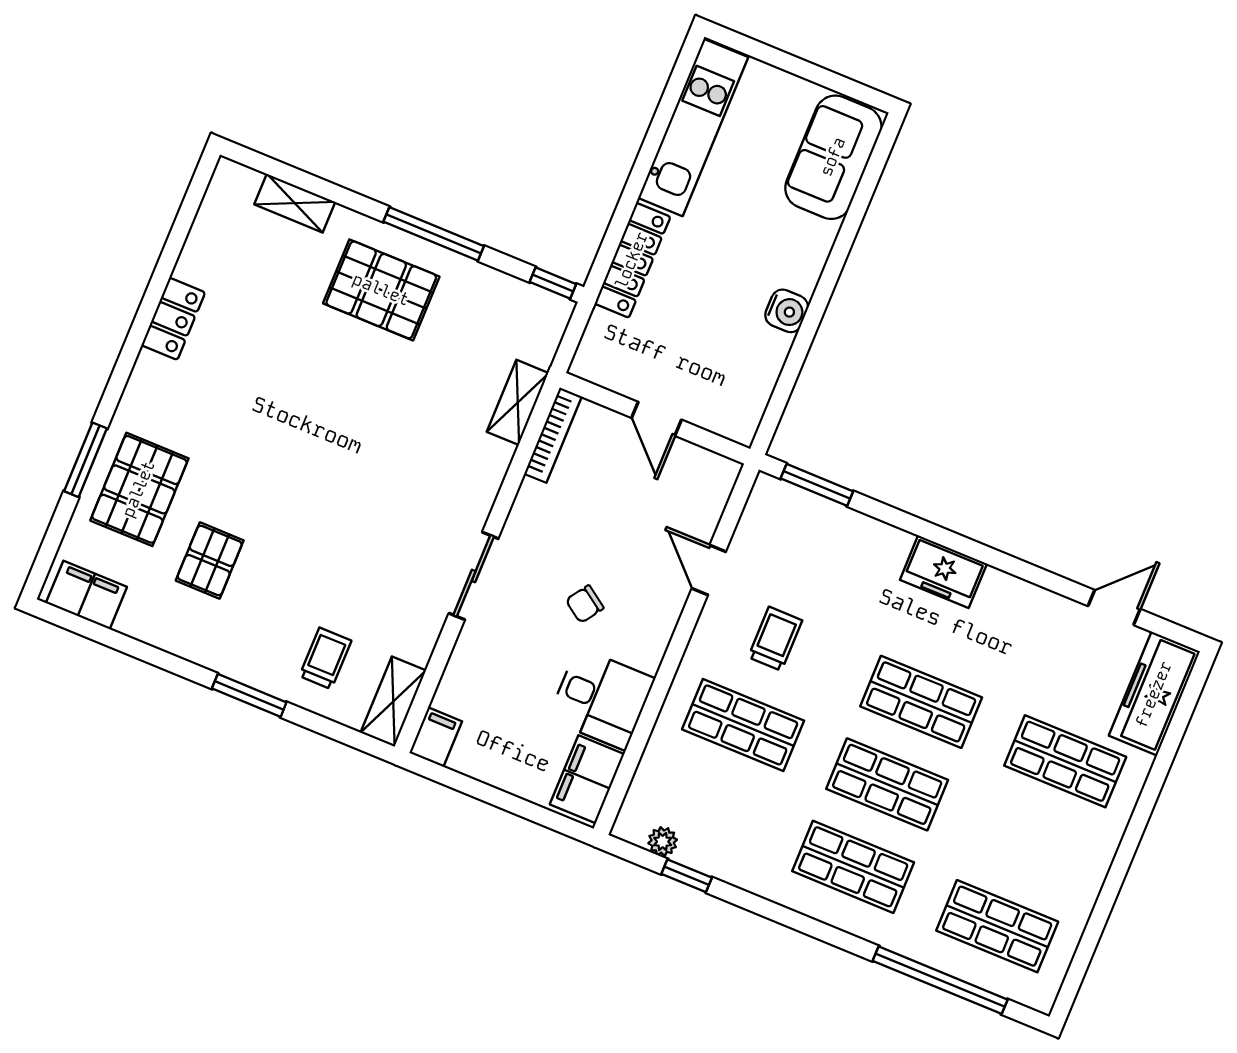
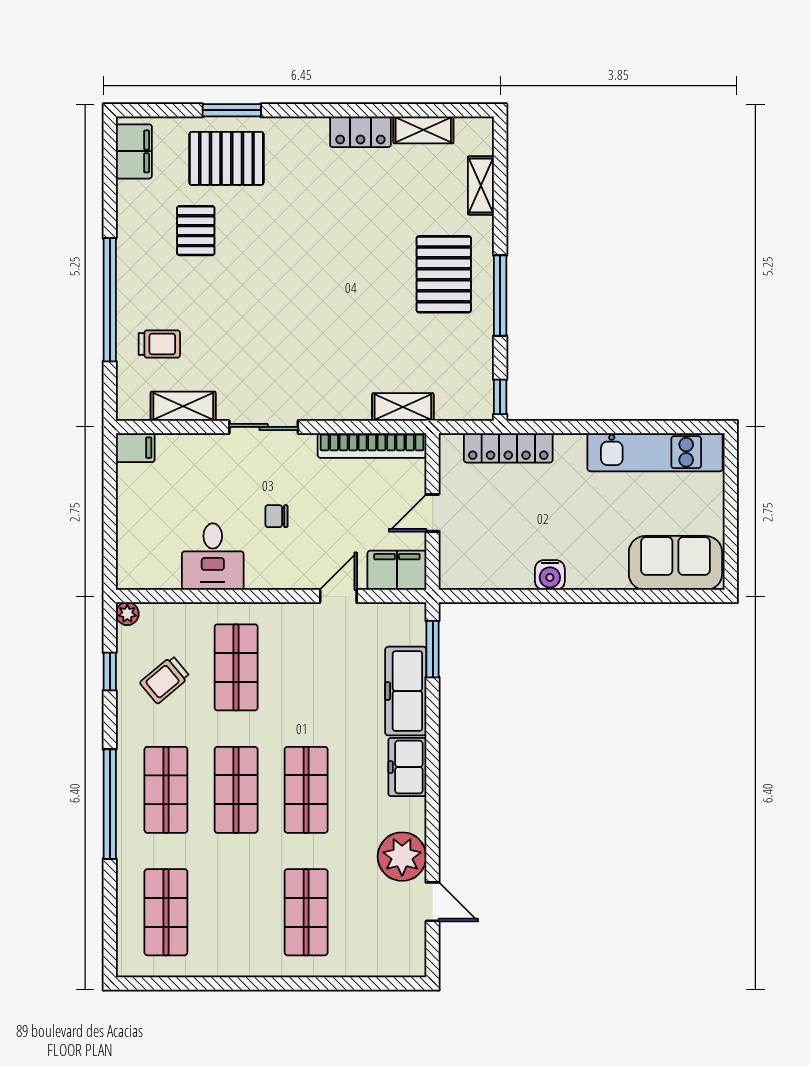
shelving: (202, 244) -> (423, 130), added
locker: (632, 260) -> (508, 448), moved
bookcase: (553, 435) -> (372, 445), width x1.48, depth x1.31
pallet: (210, 561) -> (196, 231), turned 90
chair: (585, 604) -> (276, 516), turned -35
plant: (1046, 621) -> (402, 857), added
trolley: (775, 639) -> (165, 680), moved, turned 140
freezer: (1154, 694) -> (406, 691), moved, turned -90
window: (249, 695) -> (110, 300), width x2.11
shelving: (393, 702) -> (183, 406), moved
filing cabinet: (587, 779) -> (397, 570), moved
plant: (663, 842) -> (127, 614), moved
window: (940, 980) -> (110, 804), moved

